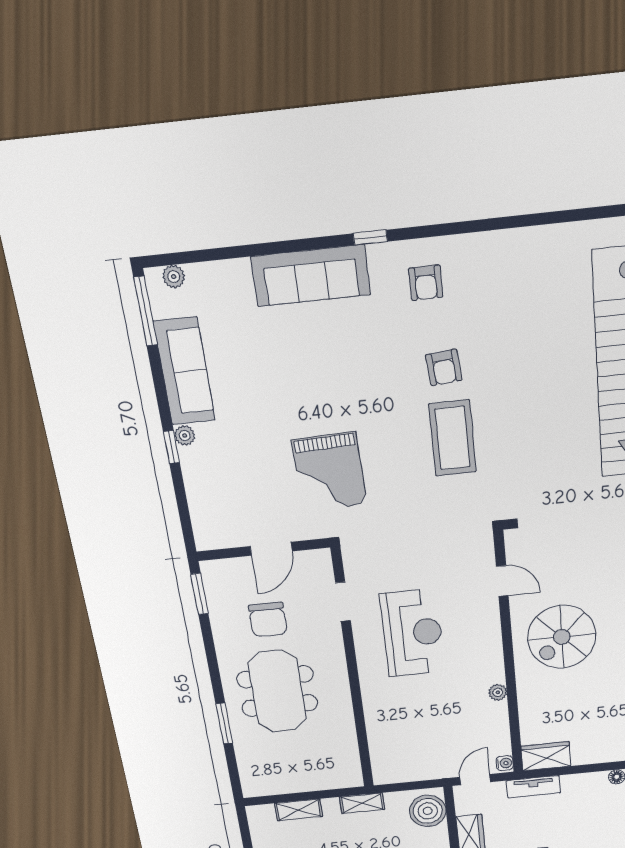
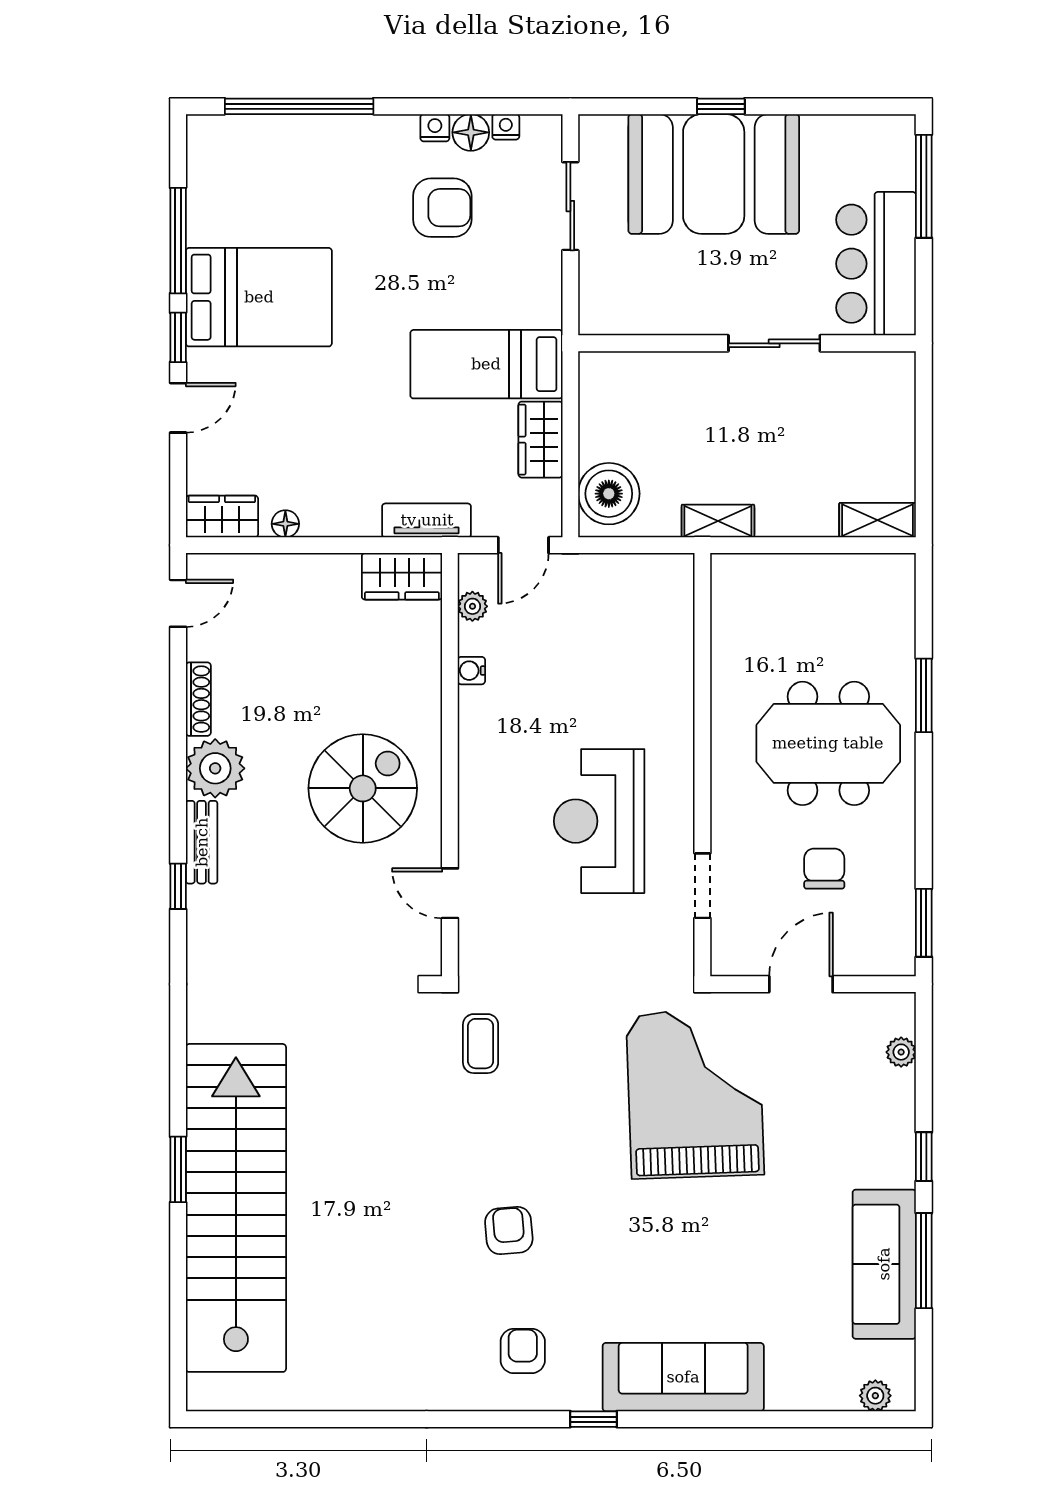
window: (146, 311) -> (924, 1261), moved
plant: (185, 436) -> (901, 1052), moved
coffee table: (453, 438) -> (481, 1044), moved, width x0.54, depth x0.58
grand piano: (330, 472) -> (695, 1094), width x1.37, depth x1.48
chair: (268, 620) -> (824, 869), width x0.73, depth x0.73
meeting table: (277, 691) -> (828, 743), turned 90
plant: (498, 692) -> (472, 606), moved
water cooler: (505, 763) -> (471, 671), moved
shelving: (299, 810) -> (878, 520), moved

